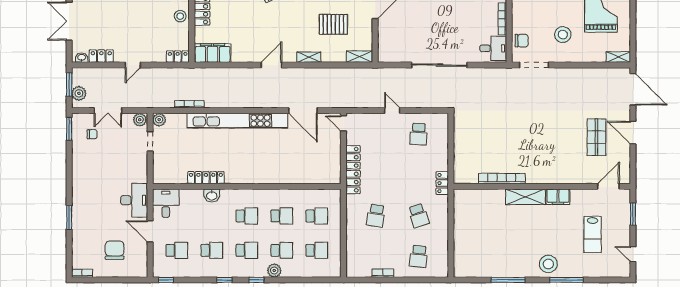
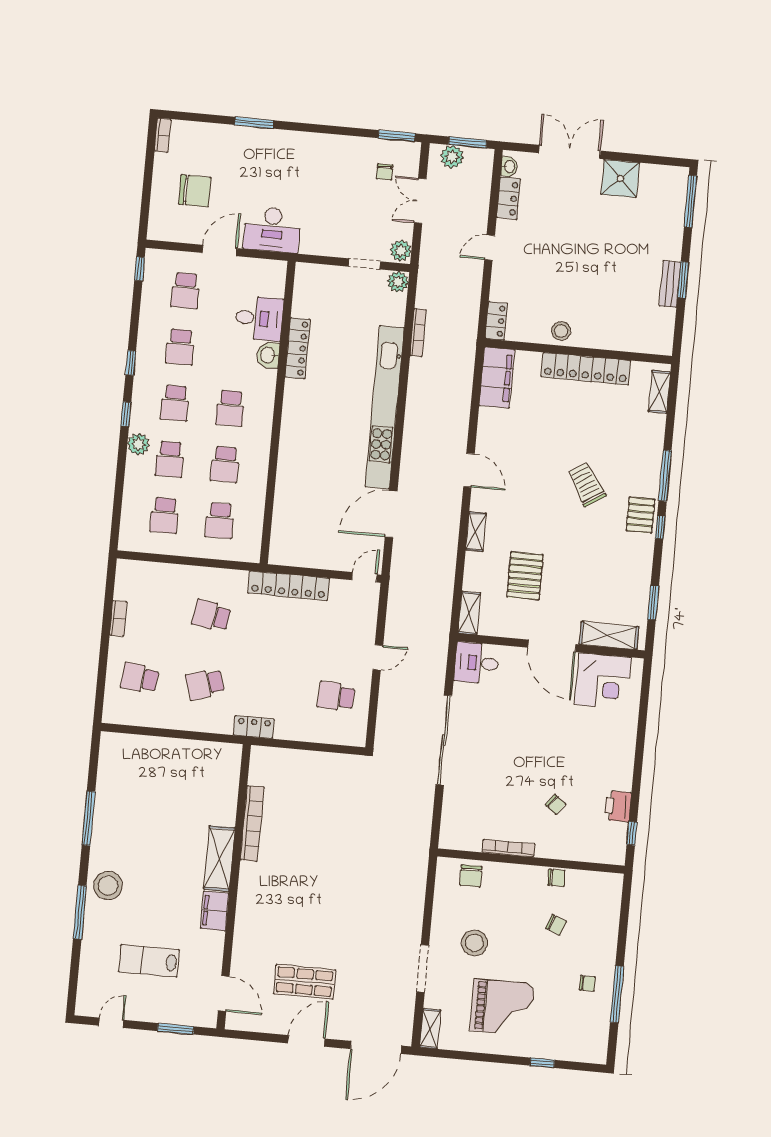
desk: (493, 48) -> (477, 663), moved, turned 90
door: (133, 65) -> (490, 248), hinge flipped
doorway: (534, 65) -> (423, 968), moved
desk: (166, 203) -> (259, 318), moved

